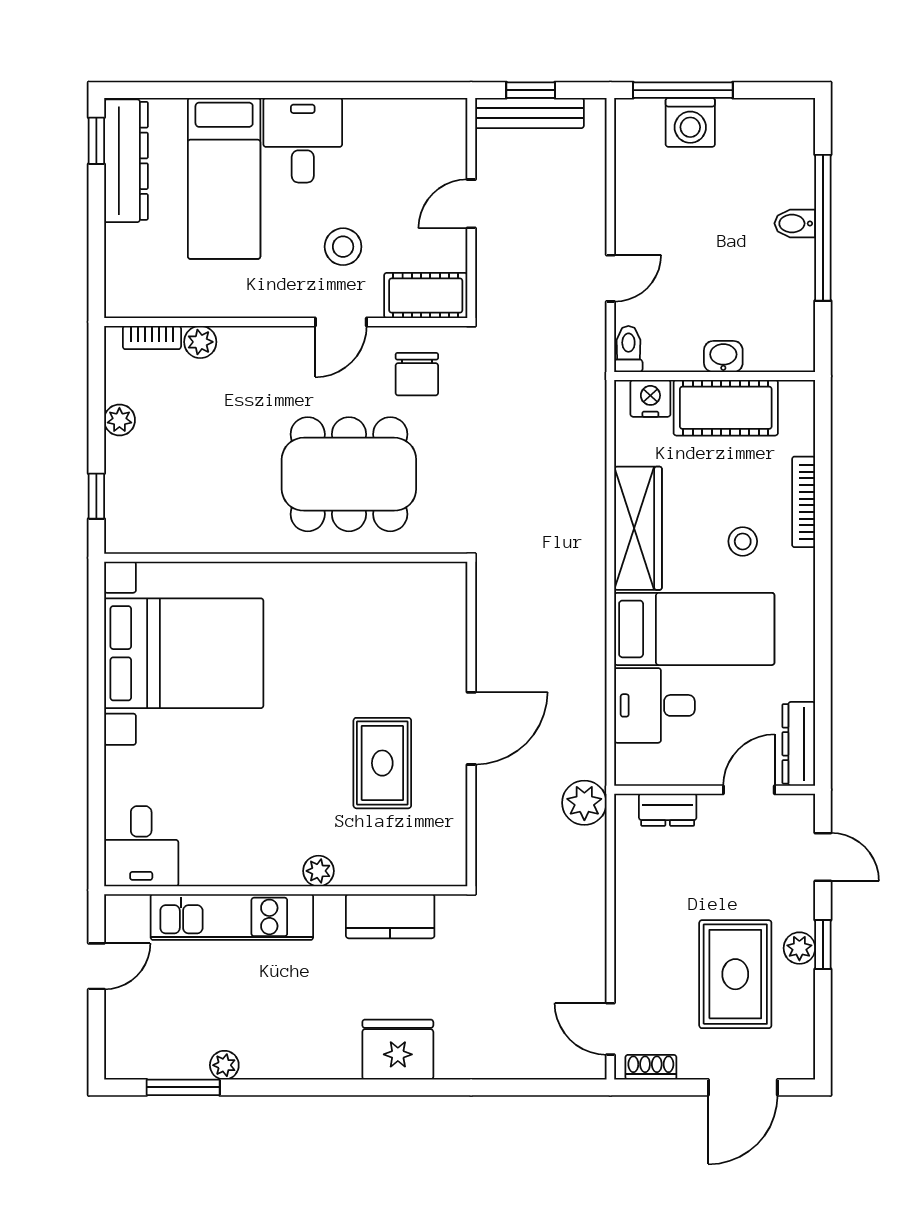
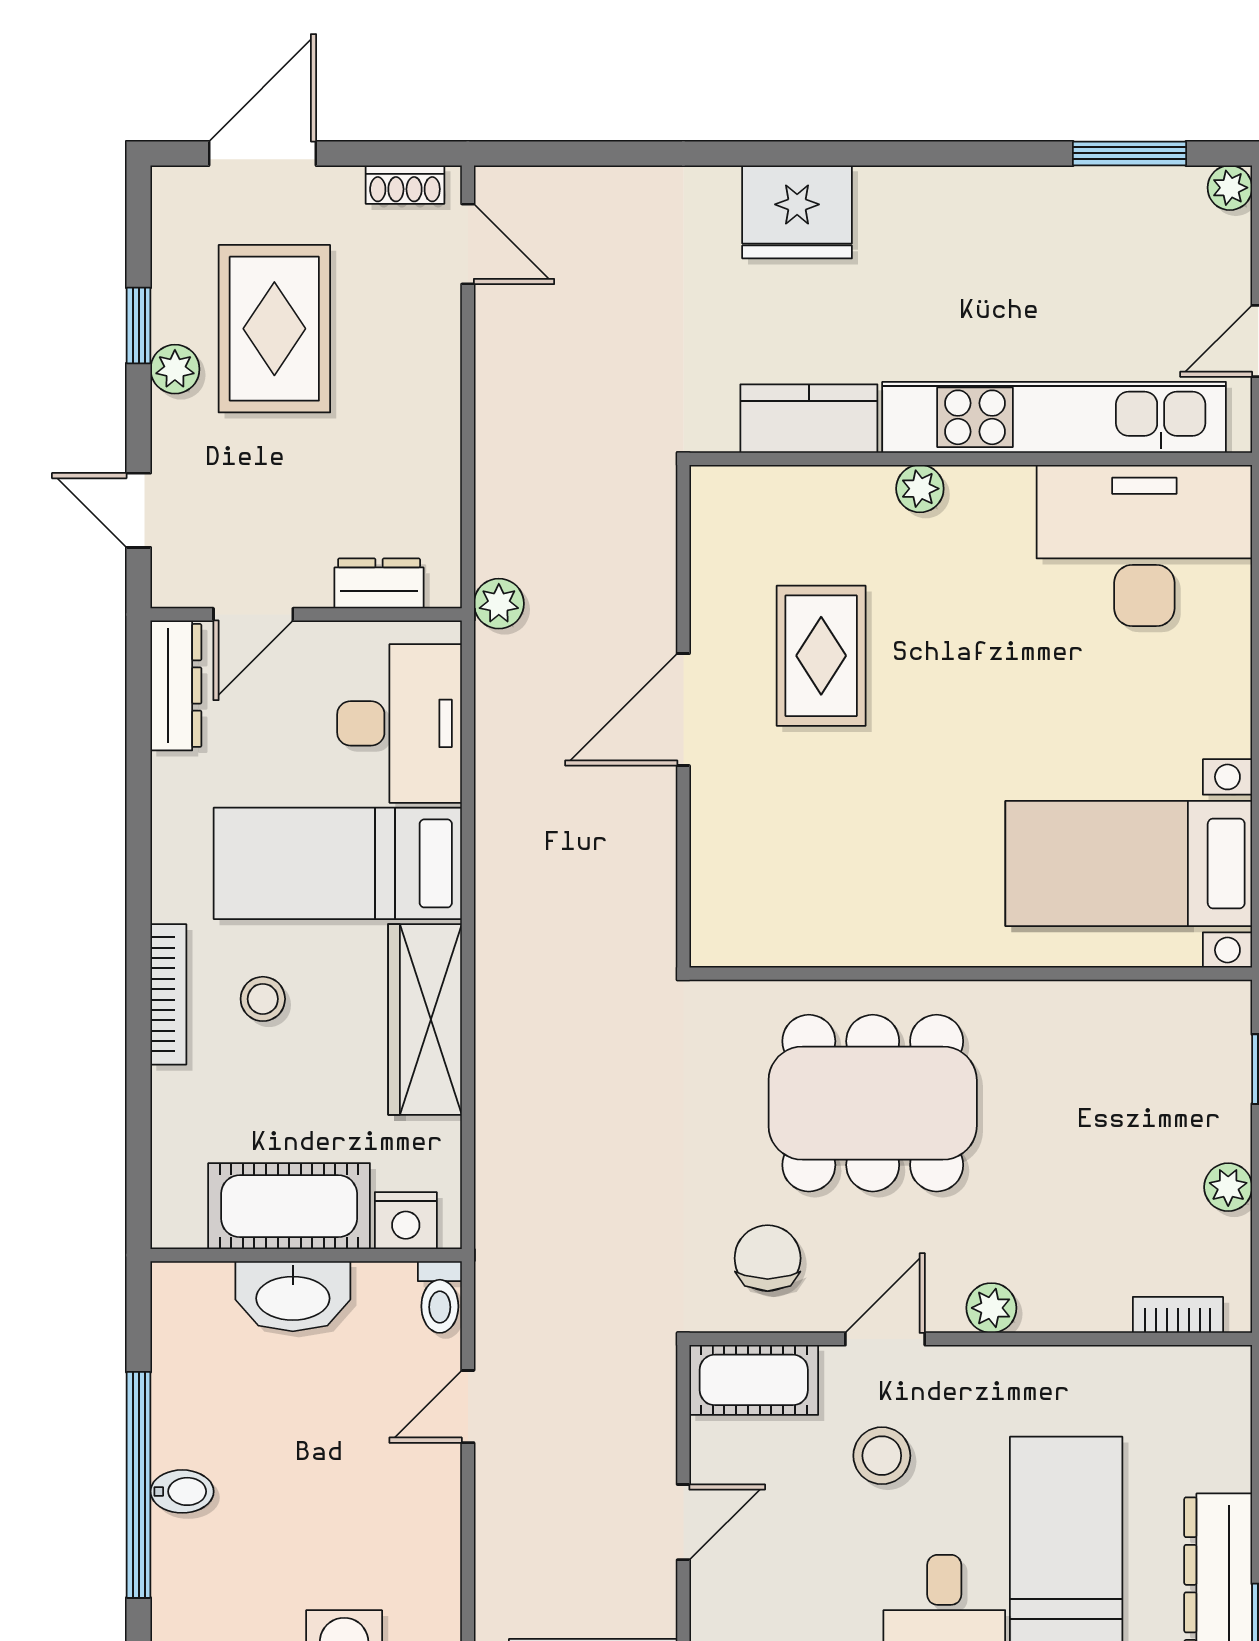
plant: (200, 342) -> (991, 1308), moved
washbasin: (723, 357) -> (293, 1296), width x1.91, depth x1.45
bookcase: (804, 502) -> (168, 994), moved
bed with nightstands: (184, 653) -> (1129, 863), width x0.73
desk: (654, 705) -> (399, 723), width x1.37
plant: (584, 803) -> (499, 604), width x0.73, depth x0.73
desk: (141, 846) -> (1144, 545), width x1.87, depth x1.30
kitchen unit: (232, 917) -> (1054, 417), width x1.36
window: (823, 944) -> (139, 326), moved
plant: (224, 1065) -> (1230, 188), moved

